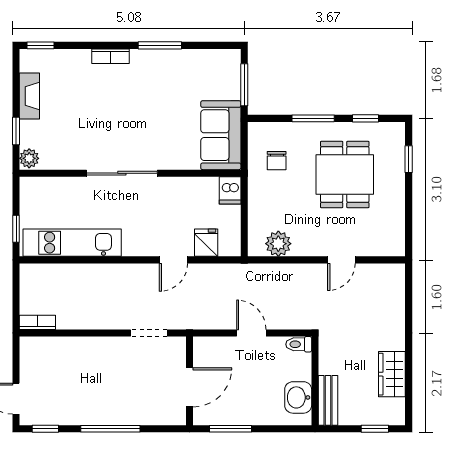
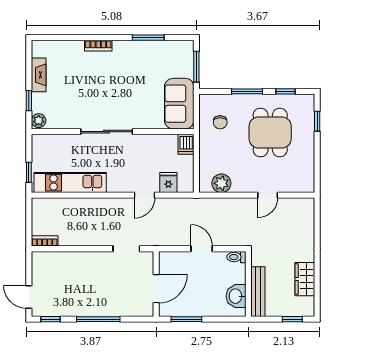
window: (40, 45) -> (47, 38), removed
window: (160, 45) -> (148, 38), moved
bench: (328, 400) -> (258, 292), width x1.36

